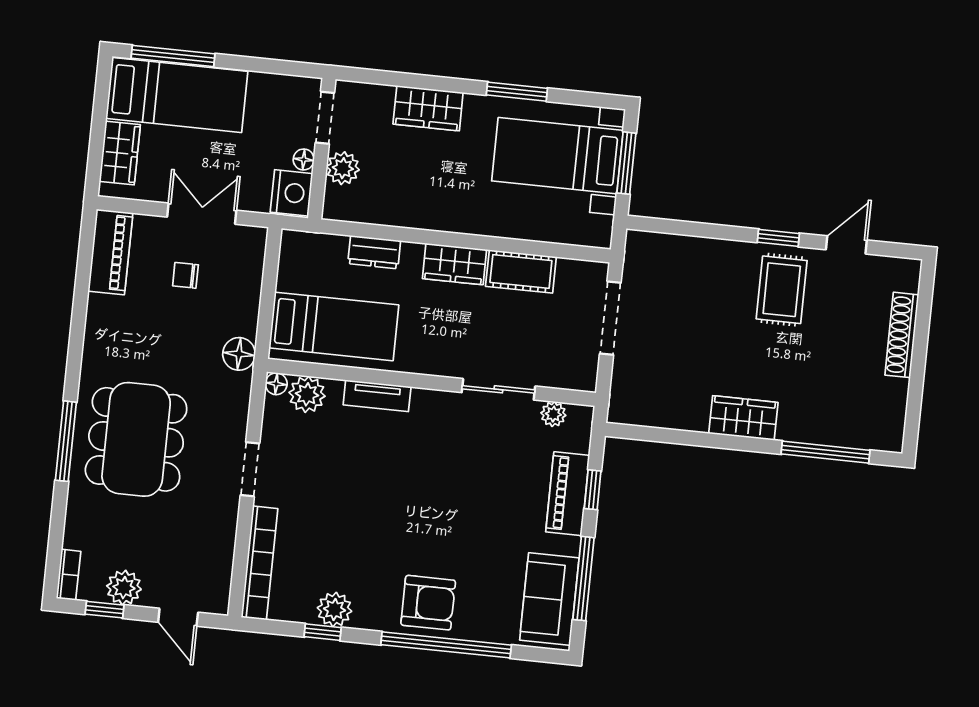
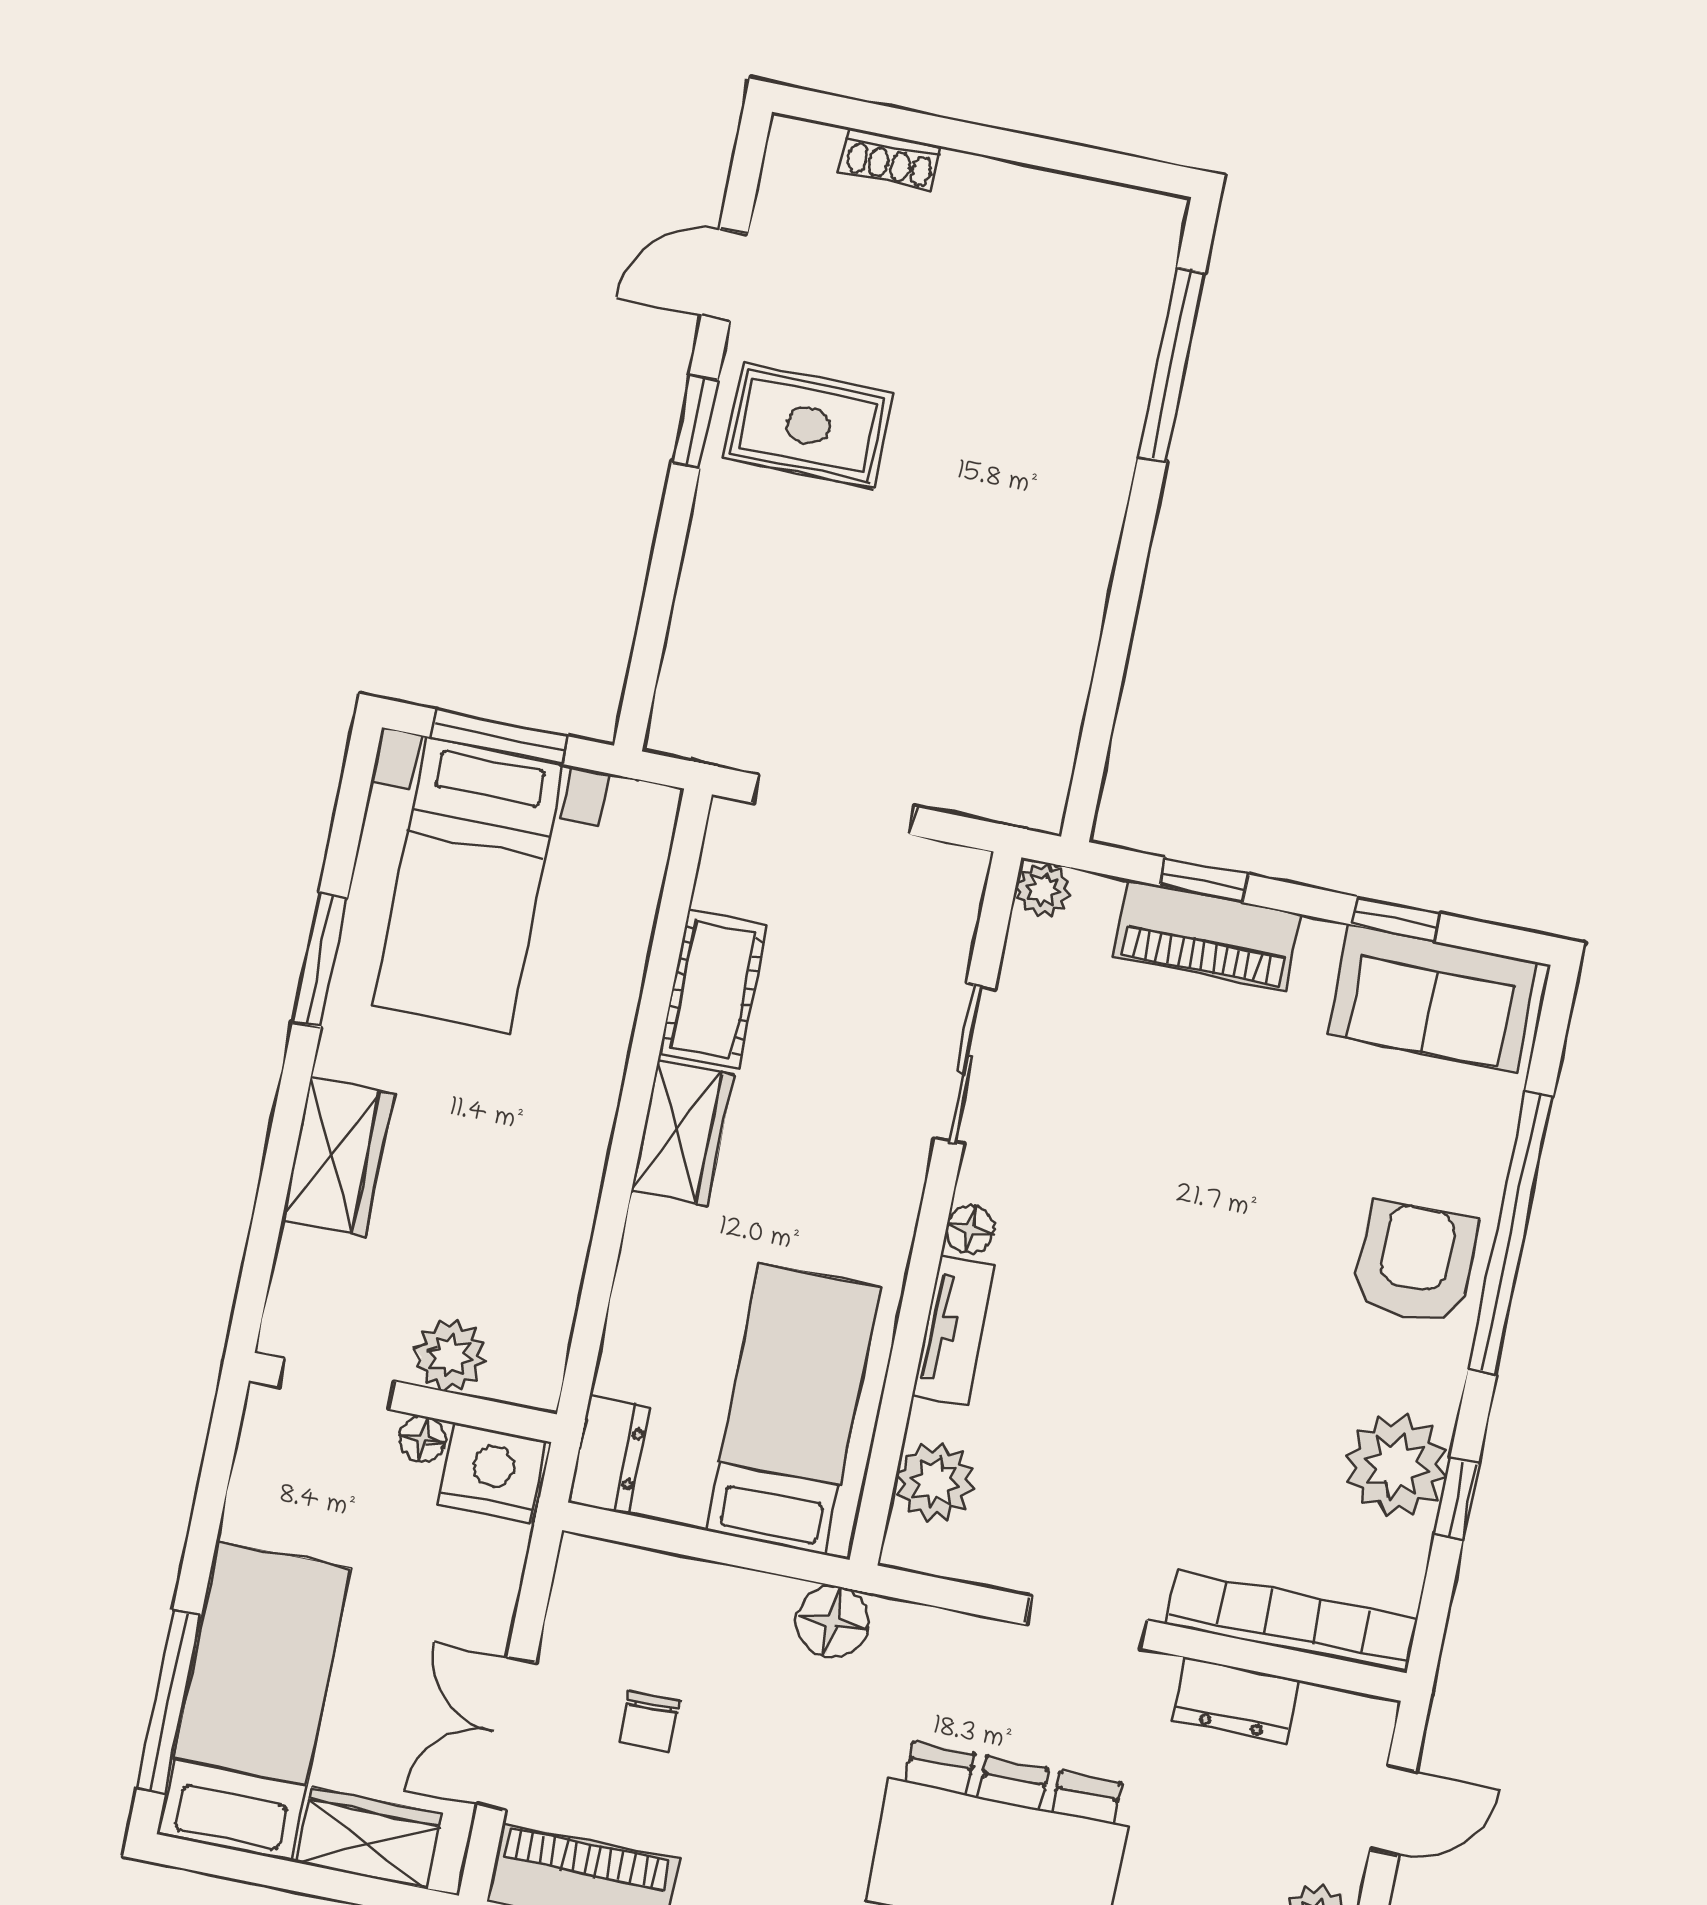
double door: (202, 214) -> (506, 1734), moved
door: (846, 245) -> (724, 275), hinge flipped
dresser: (374, 252) -> (609, 1455), moved
shoe rack: (902, 335) -> (890, 159), width x0.51, depth x0.81
floor lamp: (276, 384) -> (970, 1229), moved
plant: (553, 414) -> (1043, 890), moved
wardrobe: (743, 418) -> (1080, 536), removed
dresser: (221, 541) -> (1236, 1700), added
window: (583, 579) -> (1395, 919), width x0.46
plant: (334, 609) -> (1396, 1465), width x1.36, depth x1.36

